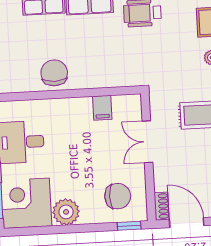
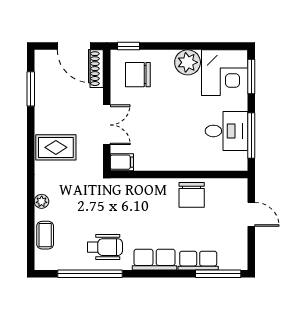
filing cabinet: (102, 108) -> (122, 162), moved, turned 90
shoe rack: (162, 206) -> (97, 69), width x1.43

